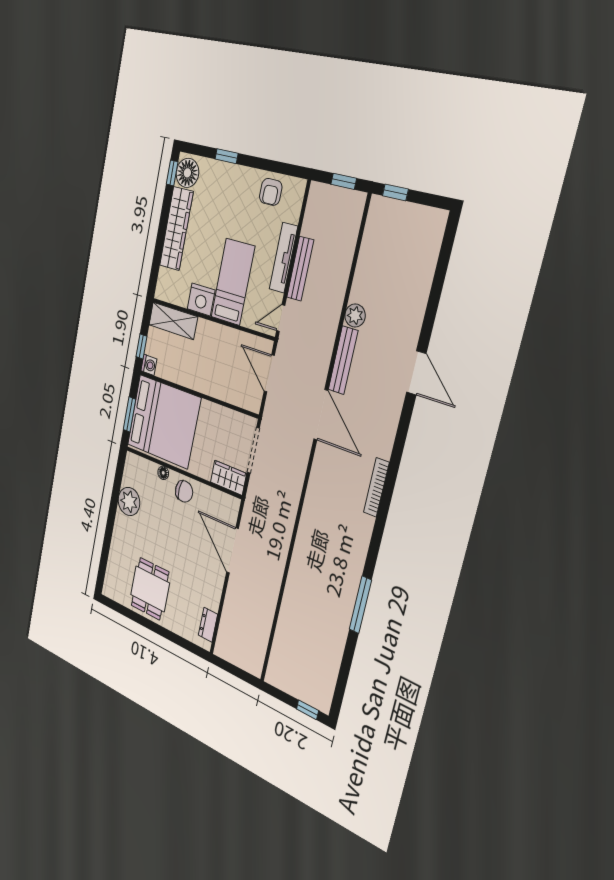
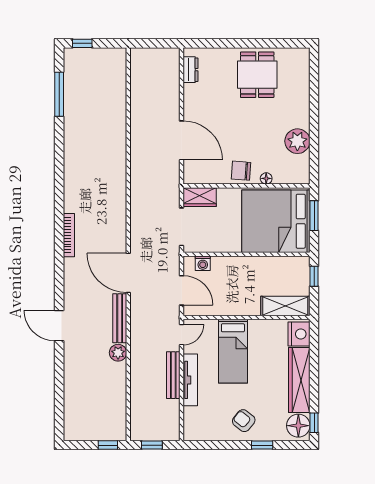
armchair: (271, 192) -> (244, 421), moved, turned -51
nightstand: (201, 300) -> (299, 334), moved, turned 90
washing machine: (149, 365) -> (203, 263), moved, turned -90
window: (360, 605) -> (59, 94), moved

